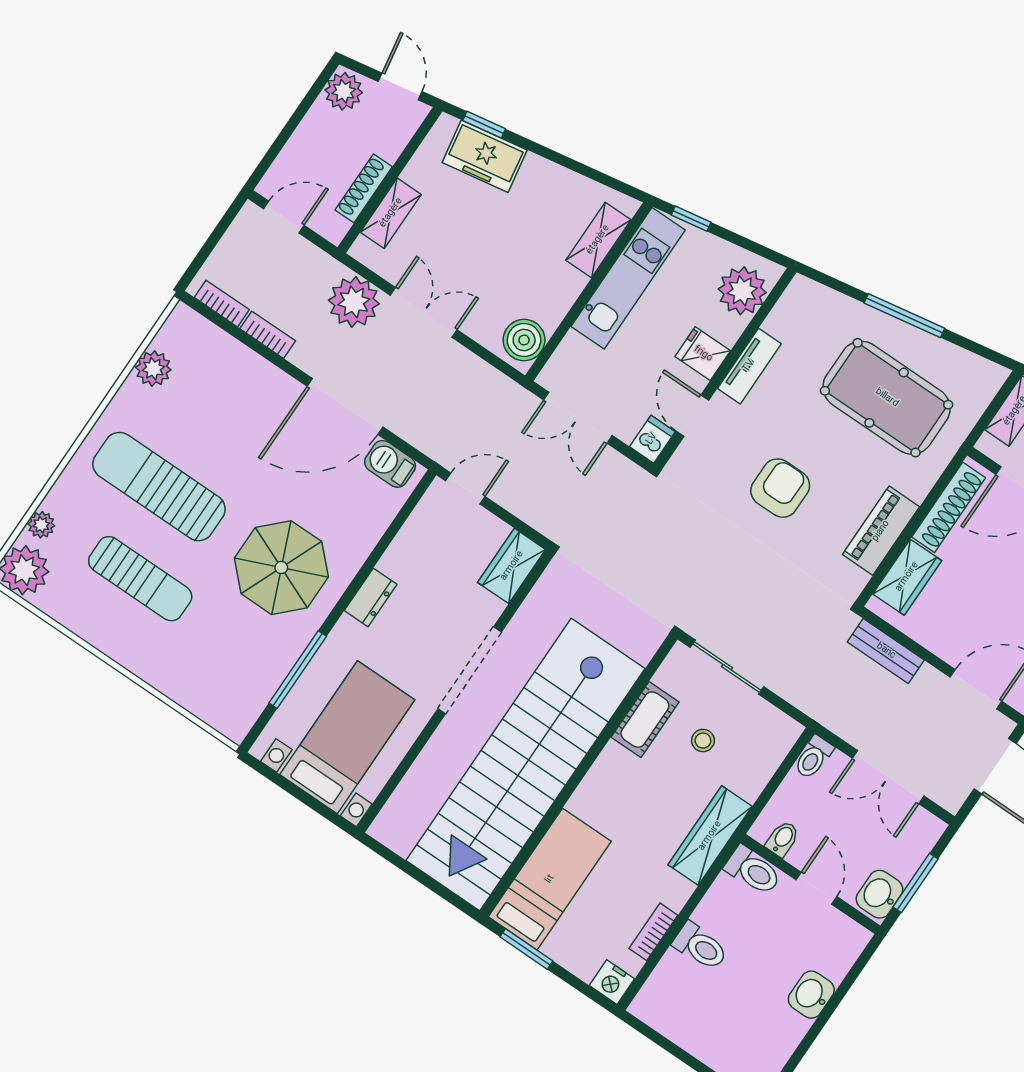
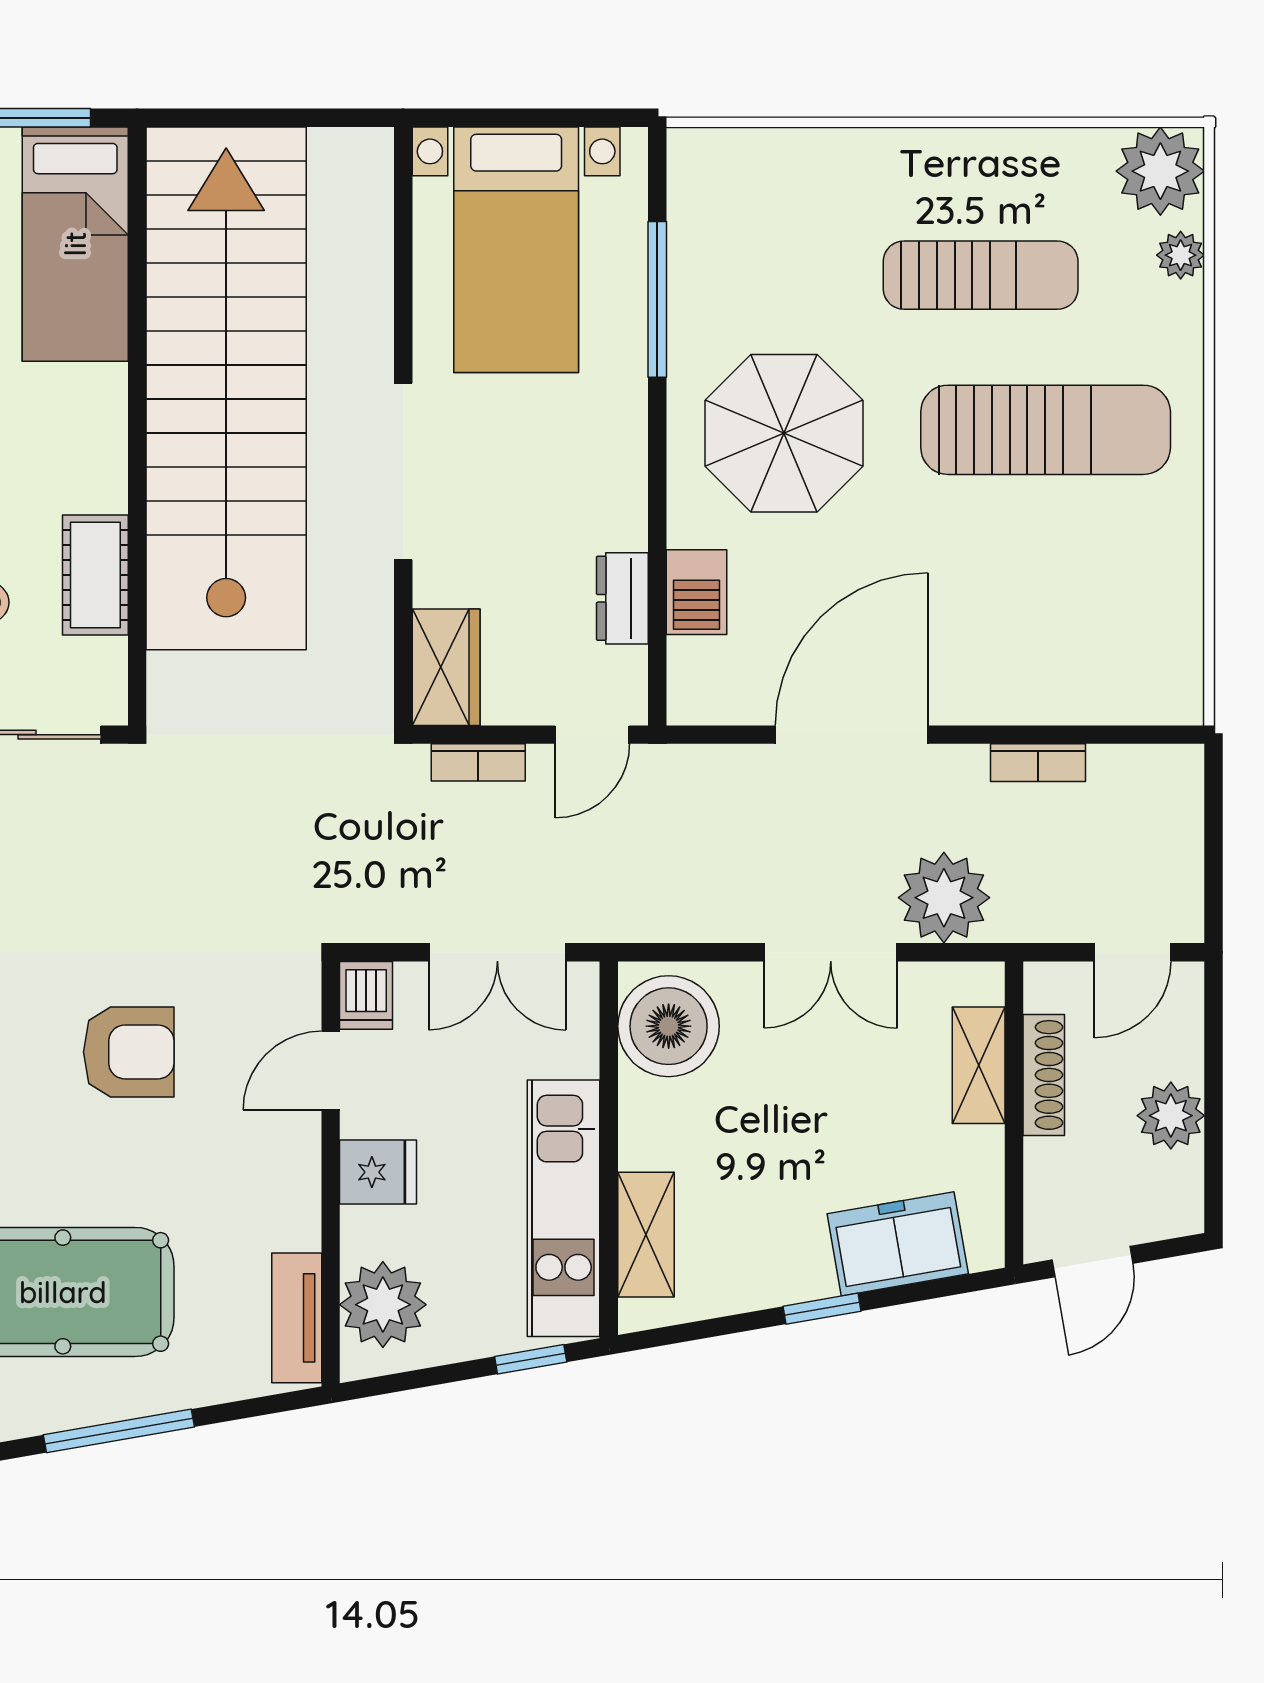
door: (400, 86) -> (1092, 1262), hinge flipped
plant: (344, 91) -> (1171, 1116), moved
window: (484, 125) -> (822, 1309), moved
bookcase: (222, 304) -> (478, 762), moved
boiler: (524, 340) -> (669, 1026), width x1.37, depth x1.37
tv unit: (749, 366) -> (297, 1318), moved
plant: (153, 369) -> (1173, 598), removed
door: (693, 416) -> (331, 1070), swing flipped
double door: (578, 418) -> (497, 952), swing flipped
barbecue: (390, 464) -> (696, 592), moved, turned 90
armchair: (780, 488) -> (129, 1052), turned -90
sun lounger: (140, 579) -> (981, 275), turned 180
dresser: (371, 597) -> (622, 598), moved

